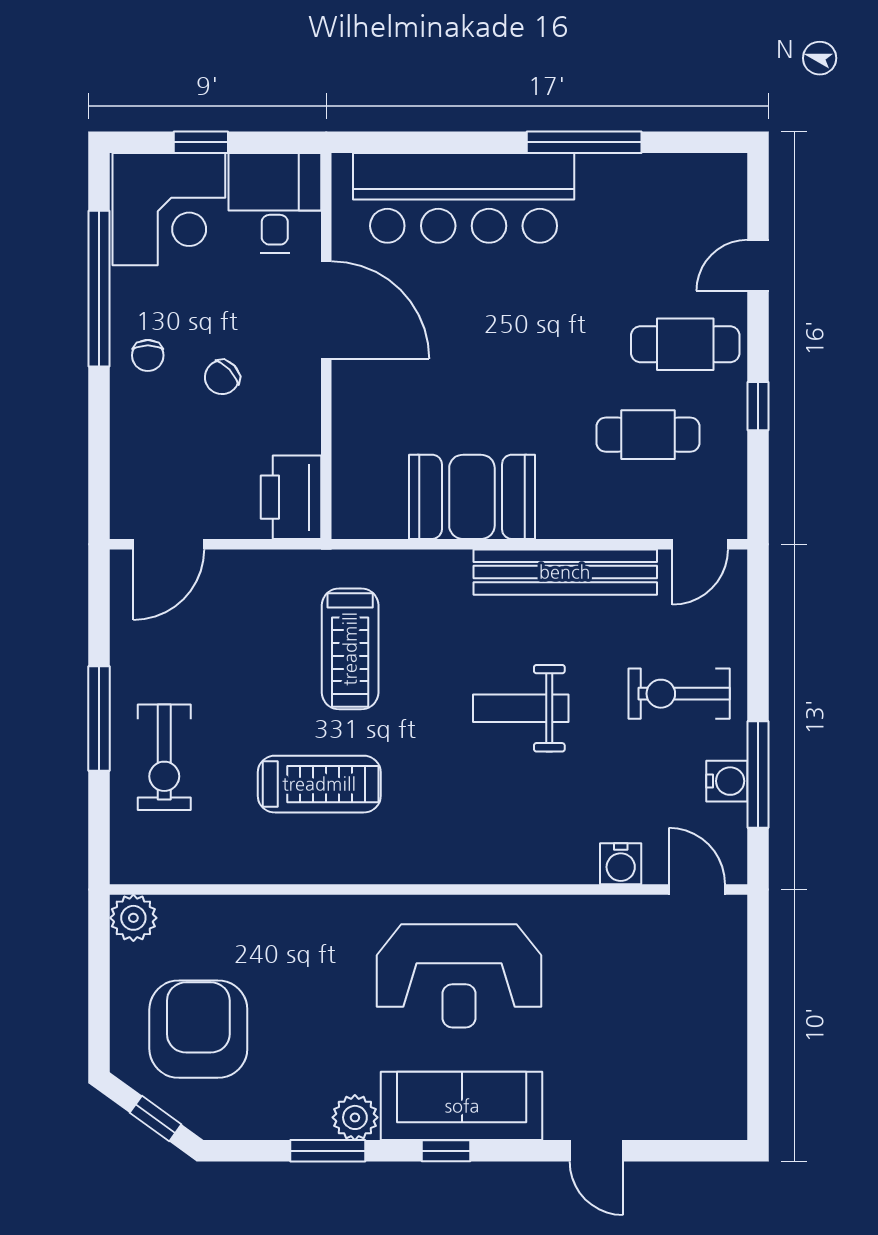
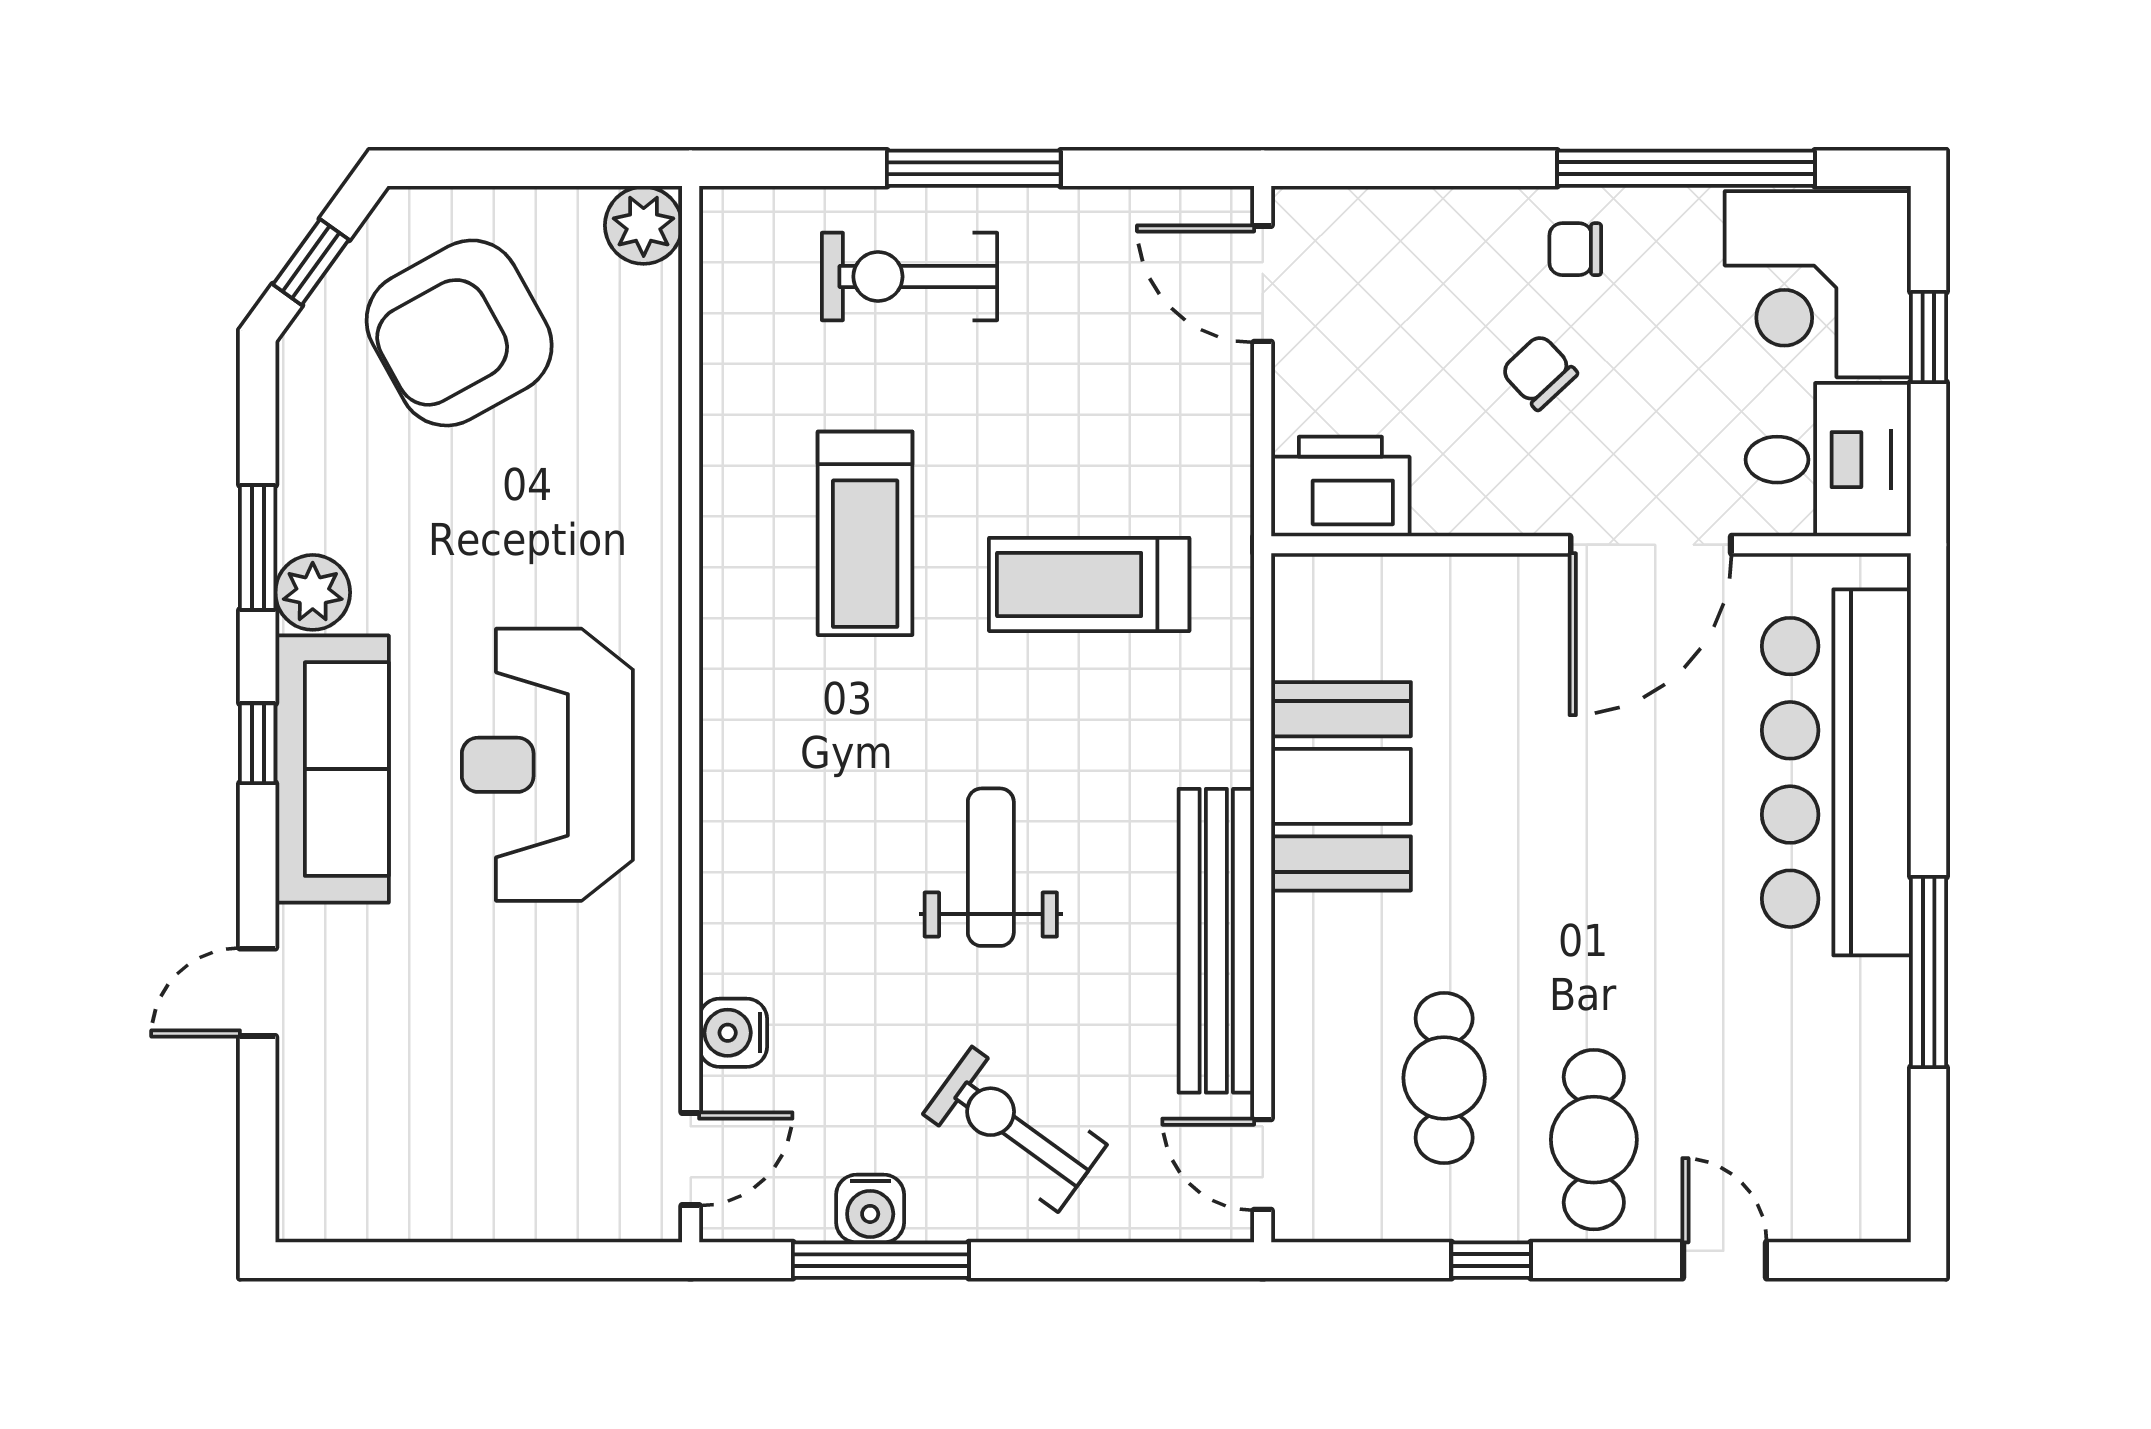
exercise bike: (679, 694) -> (1015, 1129), turned -54
armchair: (198, 1029) -> (459, 333), turned 151

